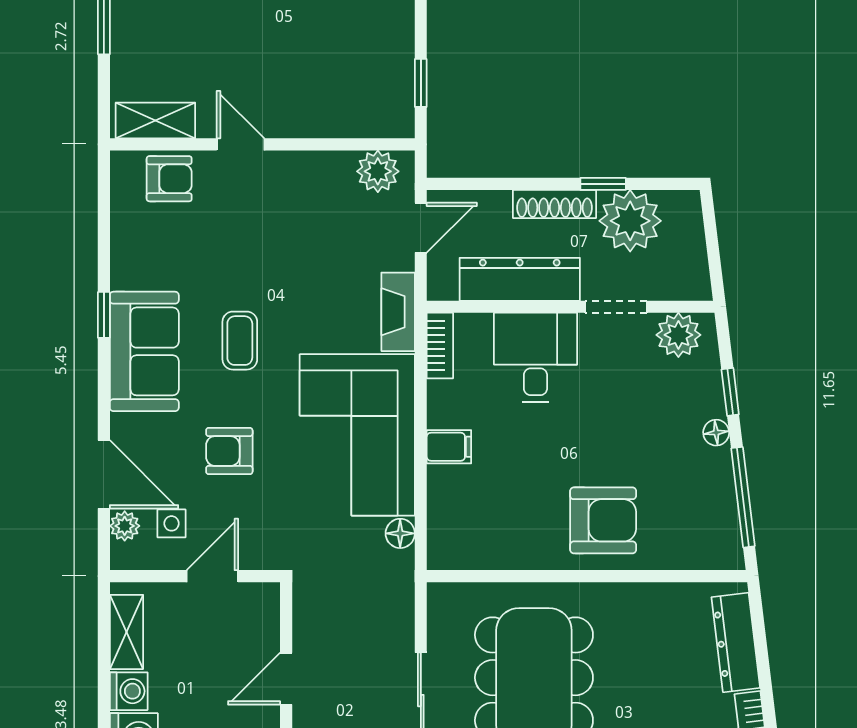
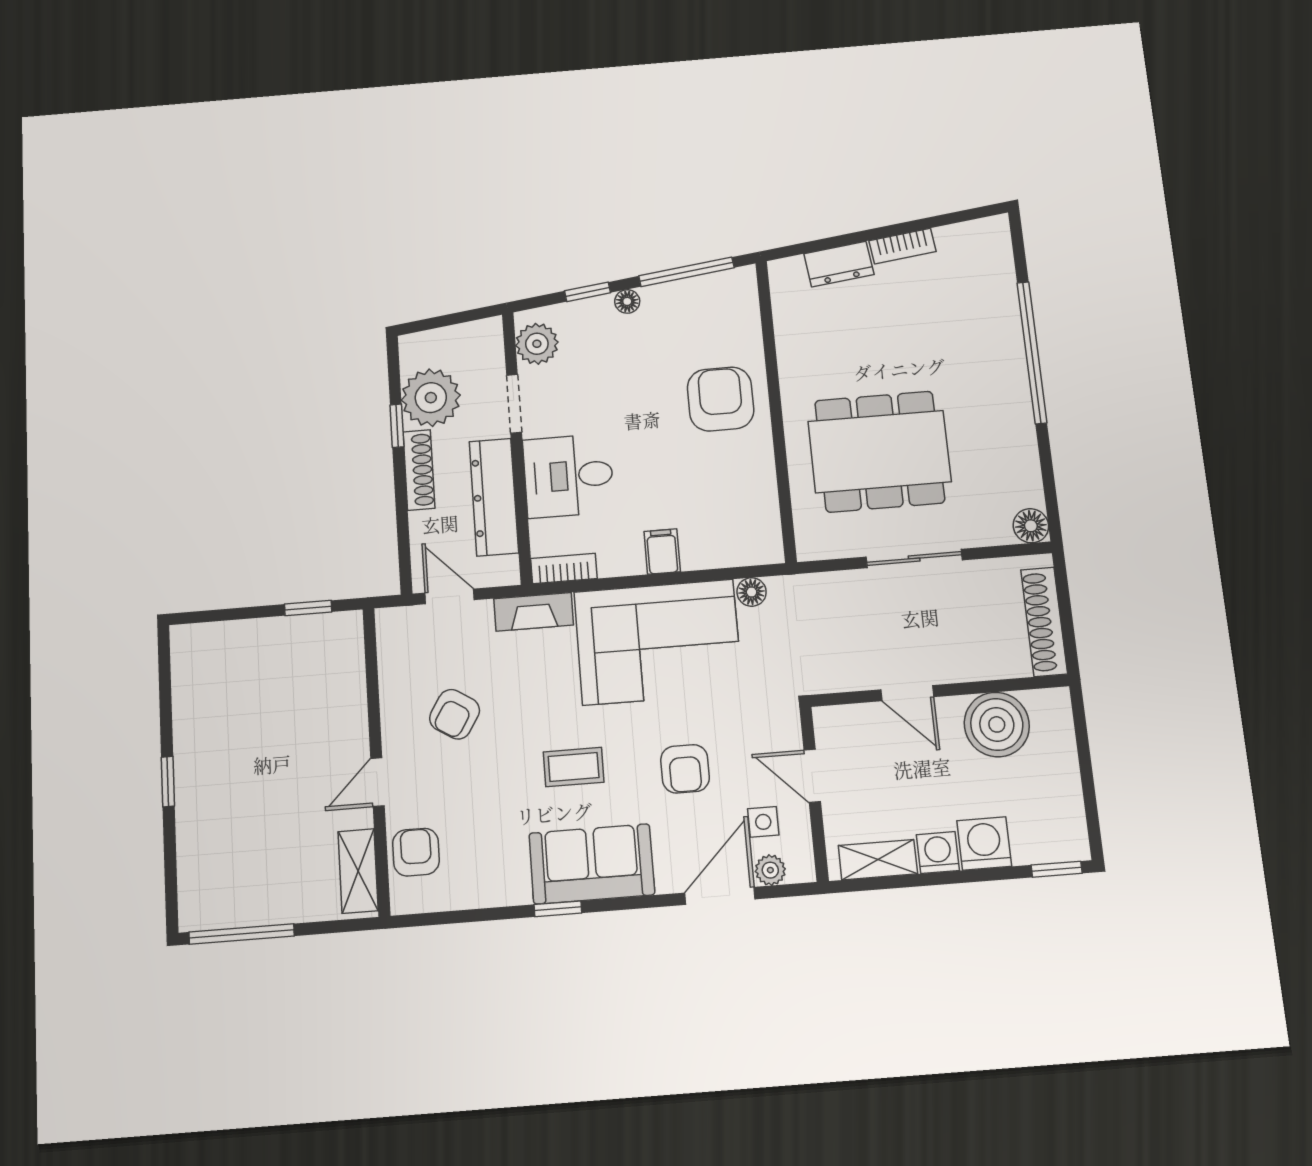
plant: (378, 171) -> (397, 643), removed
armchair: (301, 225) -> (455, 714), added
dresser: (736, 642) -> (839, 264), width x0.70

